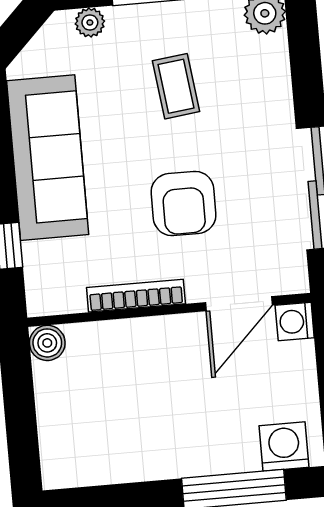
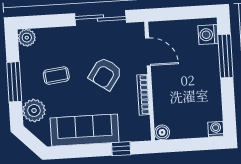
plant: (90, 22) -> (34, 110), width x1.87, depth x1.87
armchair: (184, 204) -> (105, 74), turned 125
washing machine: (295, 322) -> (216, 129), moved, turned 180

